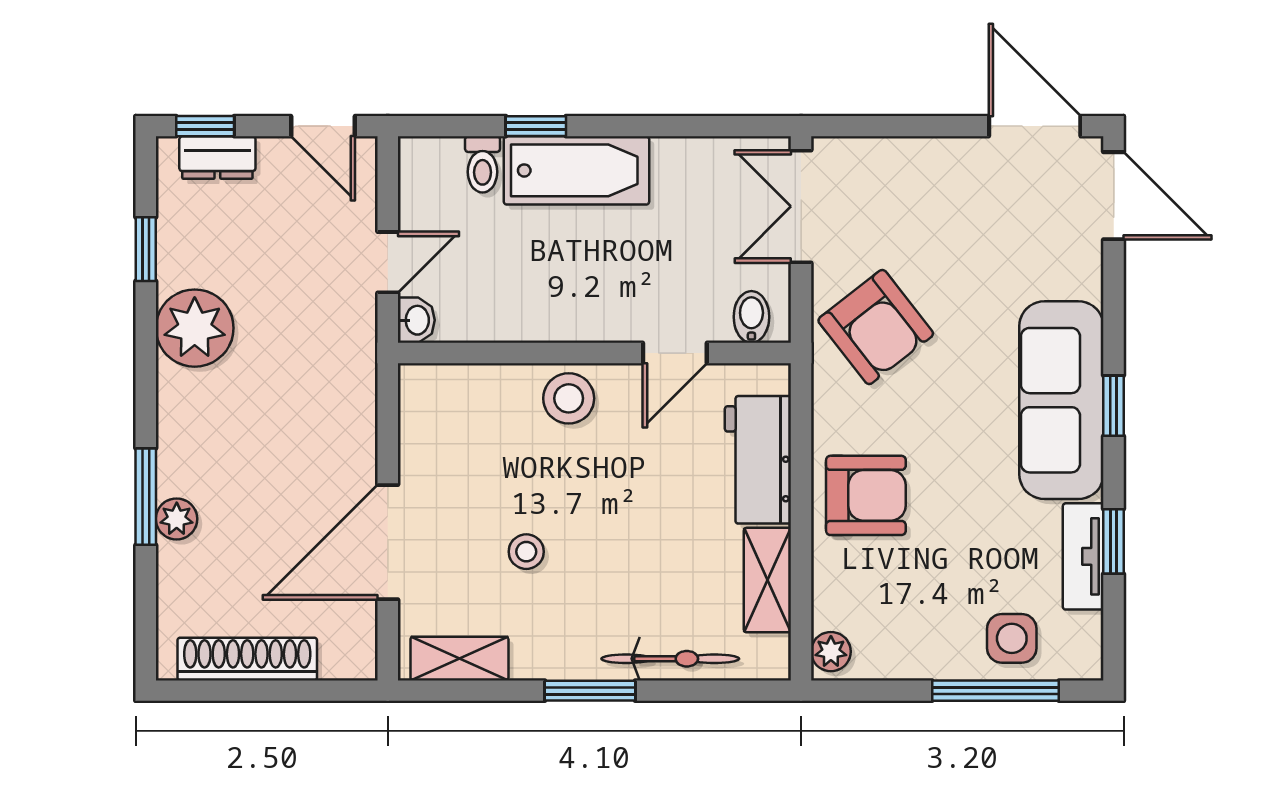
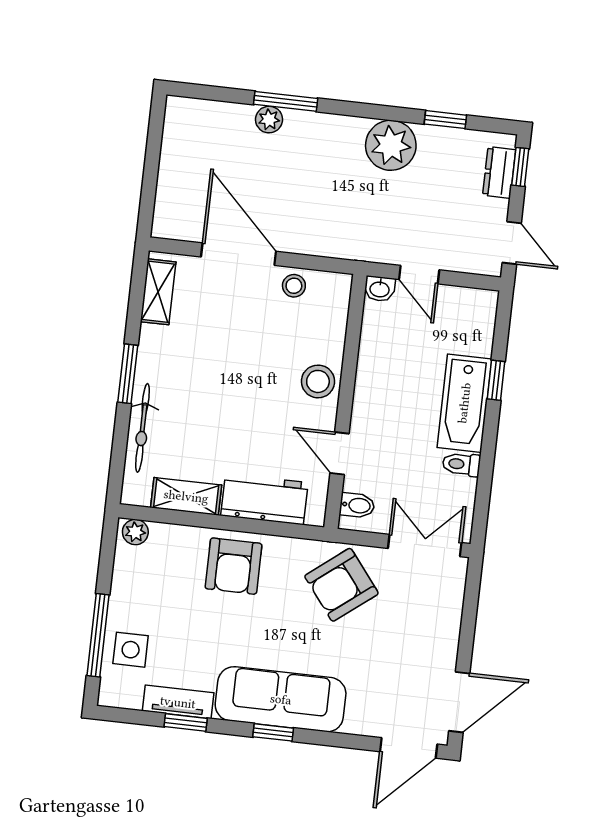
door: (323, 126) -> (512, 243), swing flipped
toilet: (483, 164) -> (461, 464), moved
stool: (526, 552) -> (294, 286), moved
shoe rack: (247, 659) -> (173, 155), removed

